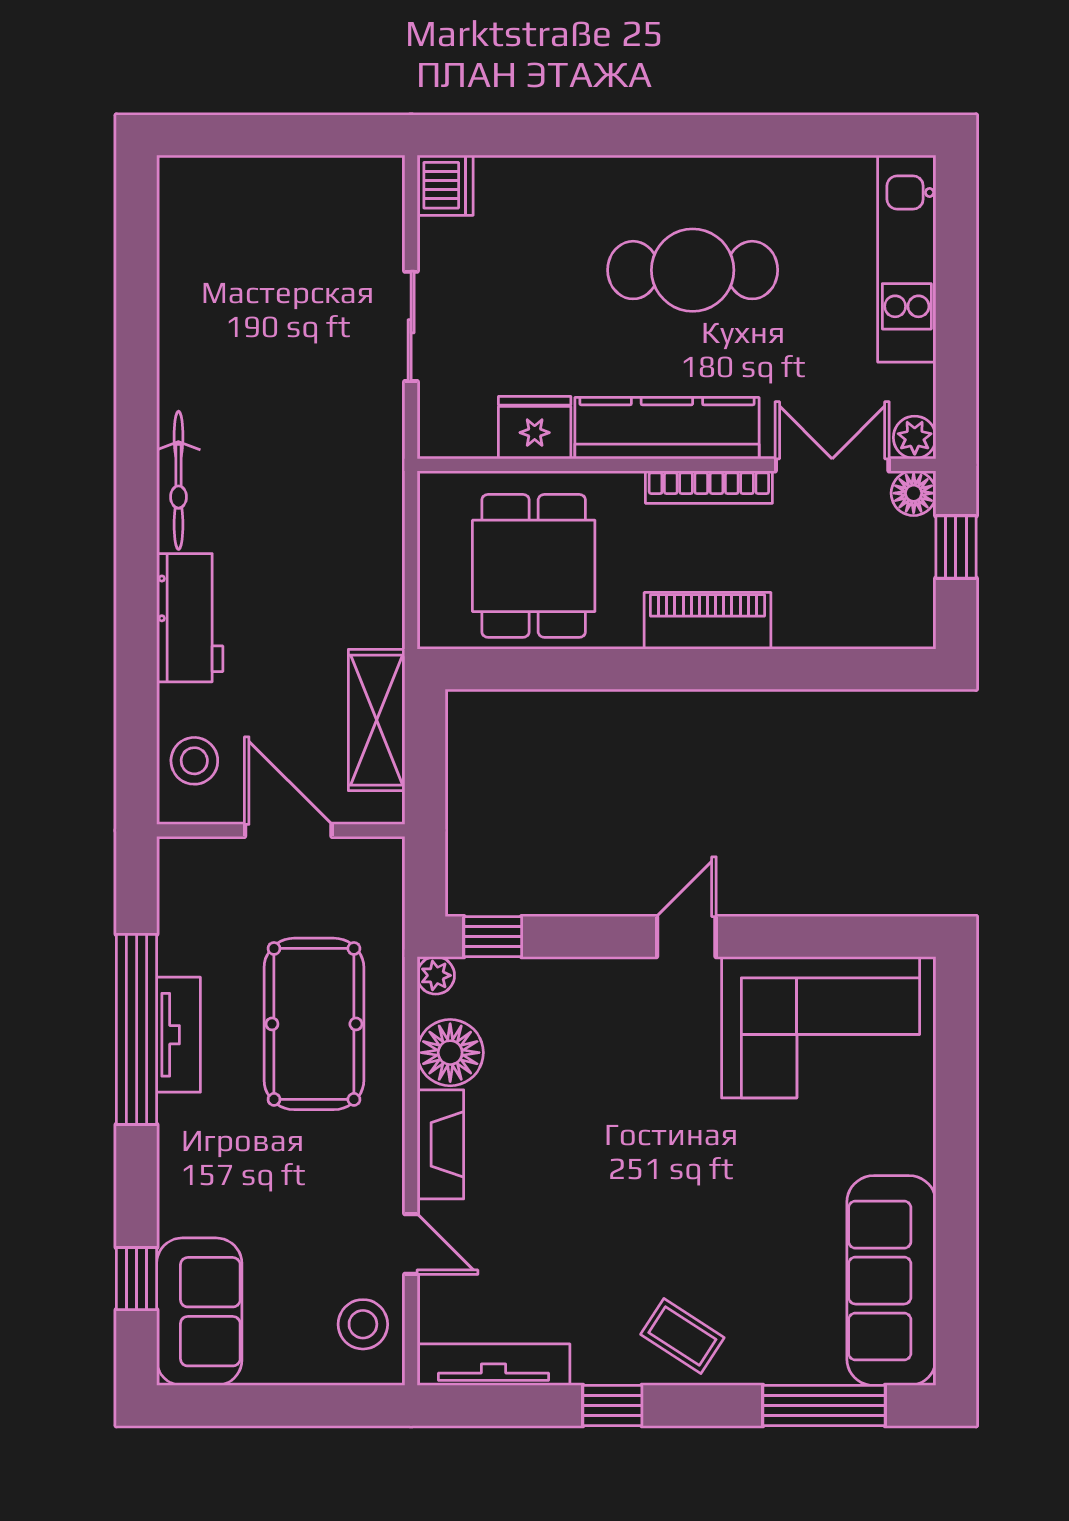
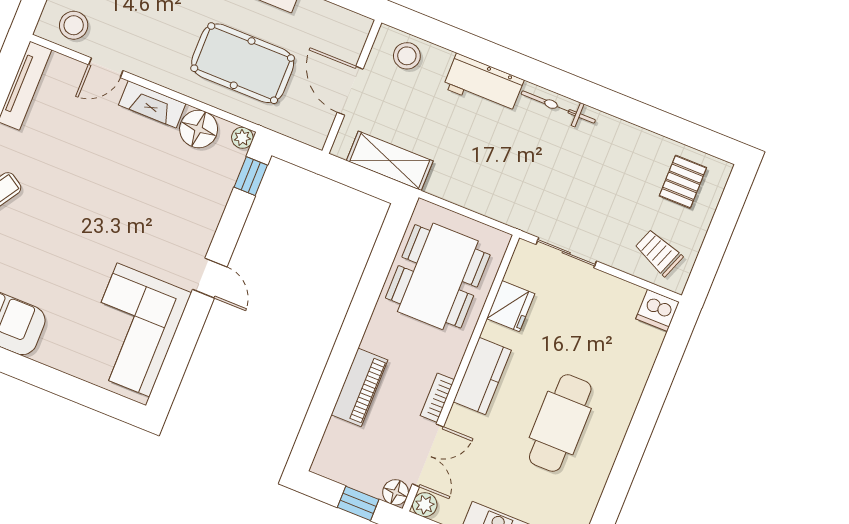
trolley: (350, 221) -> (659, 253), added
pallet: (219, 228) -> (683, 182), added
sliding door: (411, 326) -> (566, 253), moved
kitchen counter: (667, 428) -> (482, 376), width x0.67
bookcase: (709, 487) -> (437, 398), width x0.64
dining table: (534, 566) -> (438, 276), width x1.37
piano: (708, 621) -> (360, 387), moved
door: (288, 830) -> (350, 91), swing flipped

